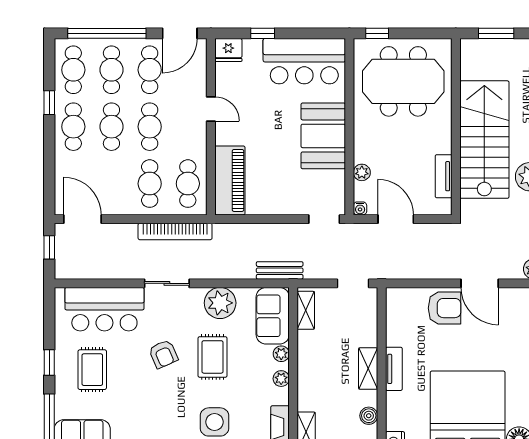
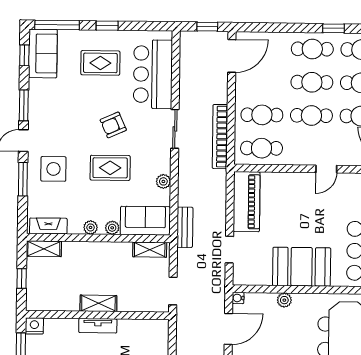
plant: (362, 172) -> (284, 300), moved
piano: (230, 180) -> (247, 202), moved, turned -90
doorway: (324, 219) -> (229, 250), moved
plant: (220, 303) -> (163, 181), width x0.53, depth x0.53
boiler: (369, 416) -> (57, 303), removed

